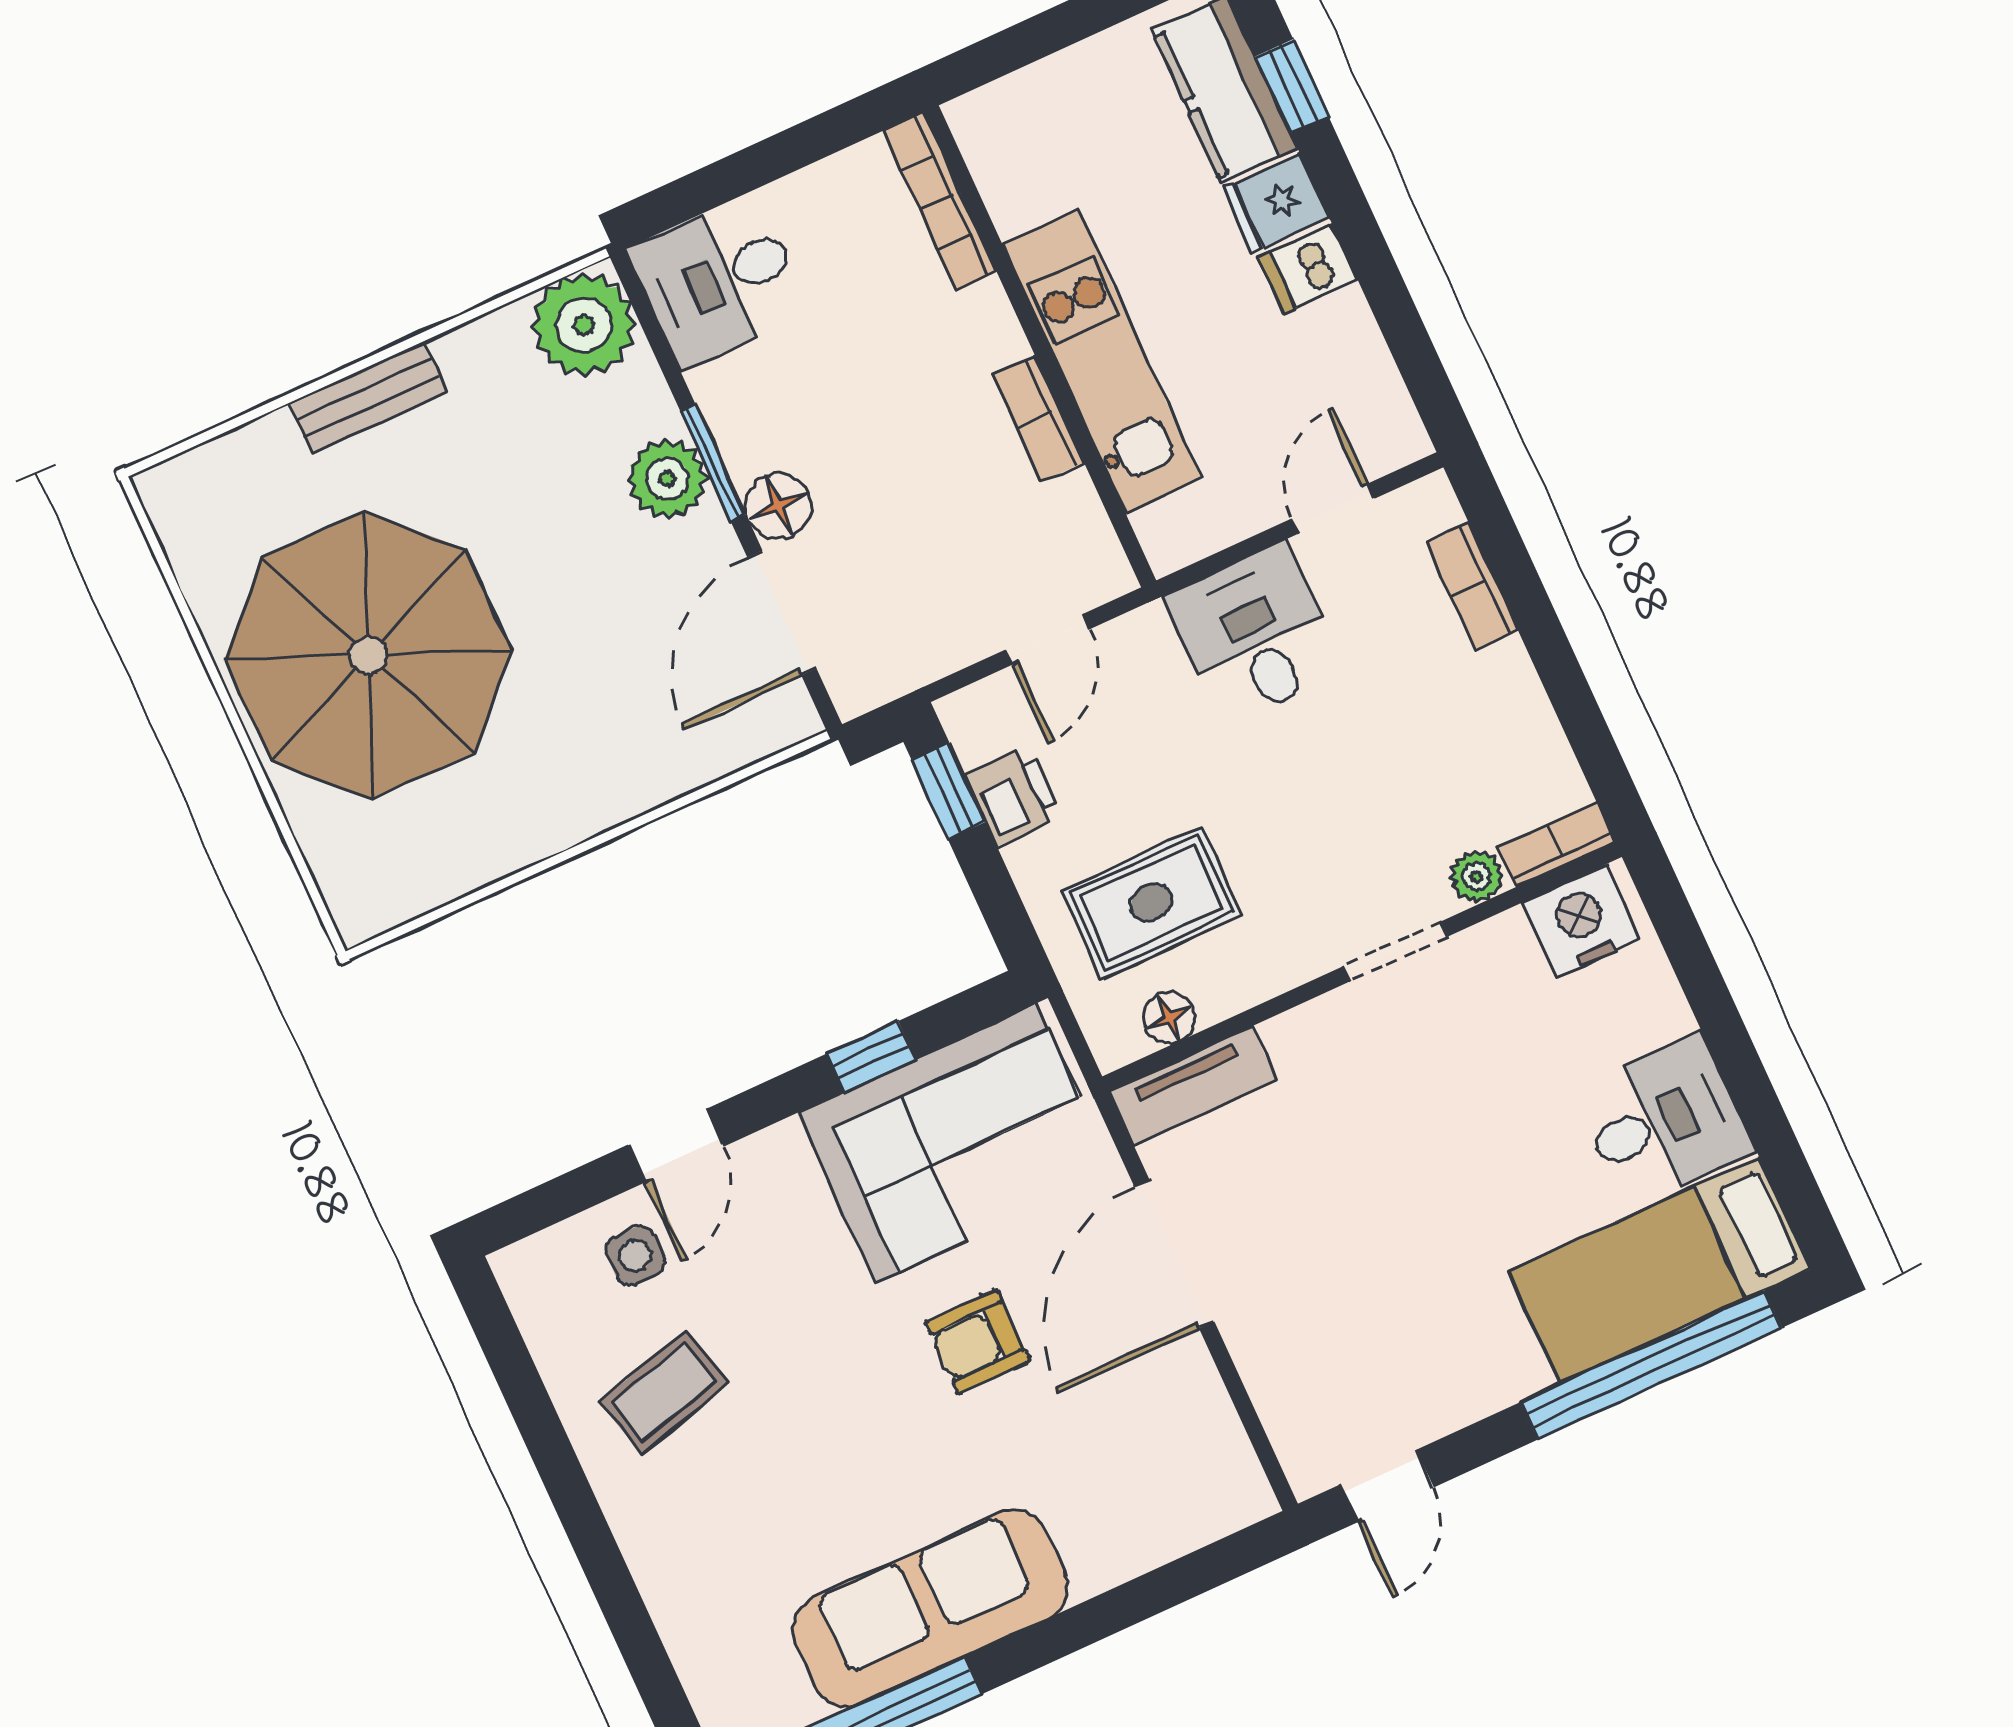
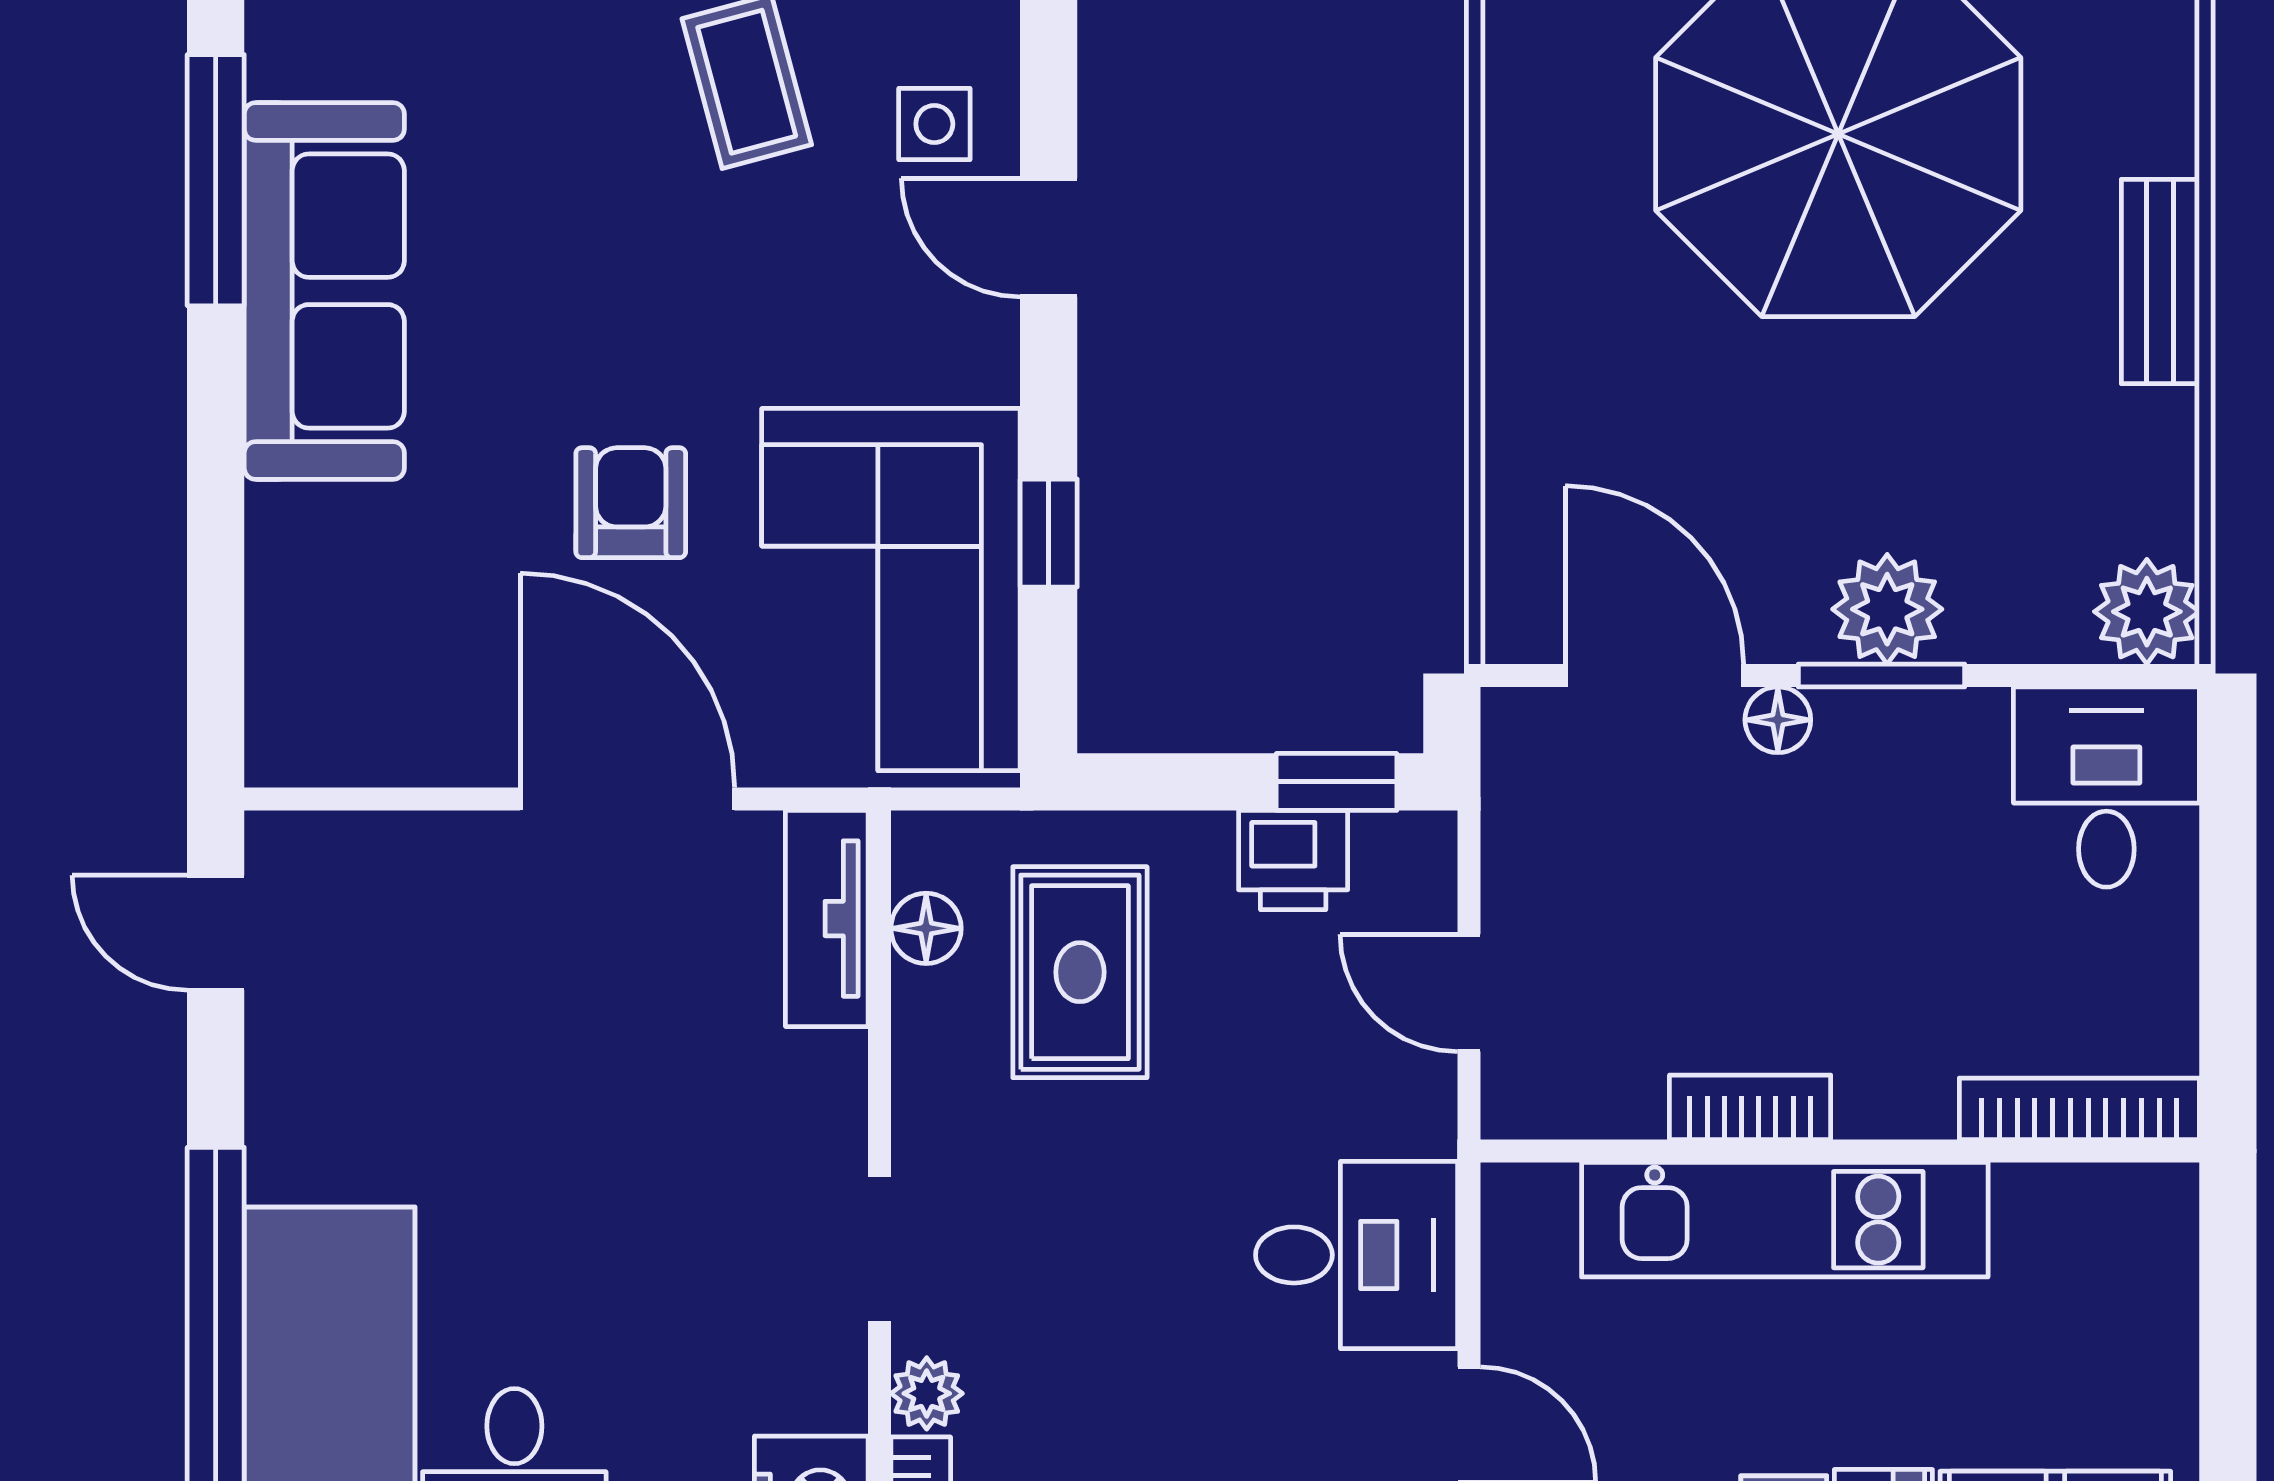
plant: (584, 325) -> (2147, 612), width x0.73, depth x0.73
floor lamp: (778, 506) -> (1778, 720), width x0.73, depth x0.73

